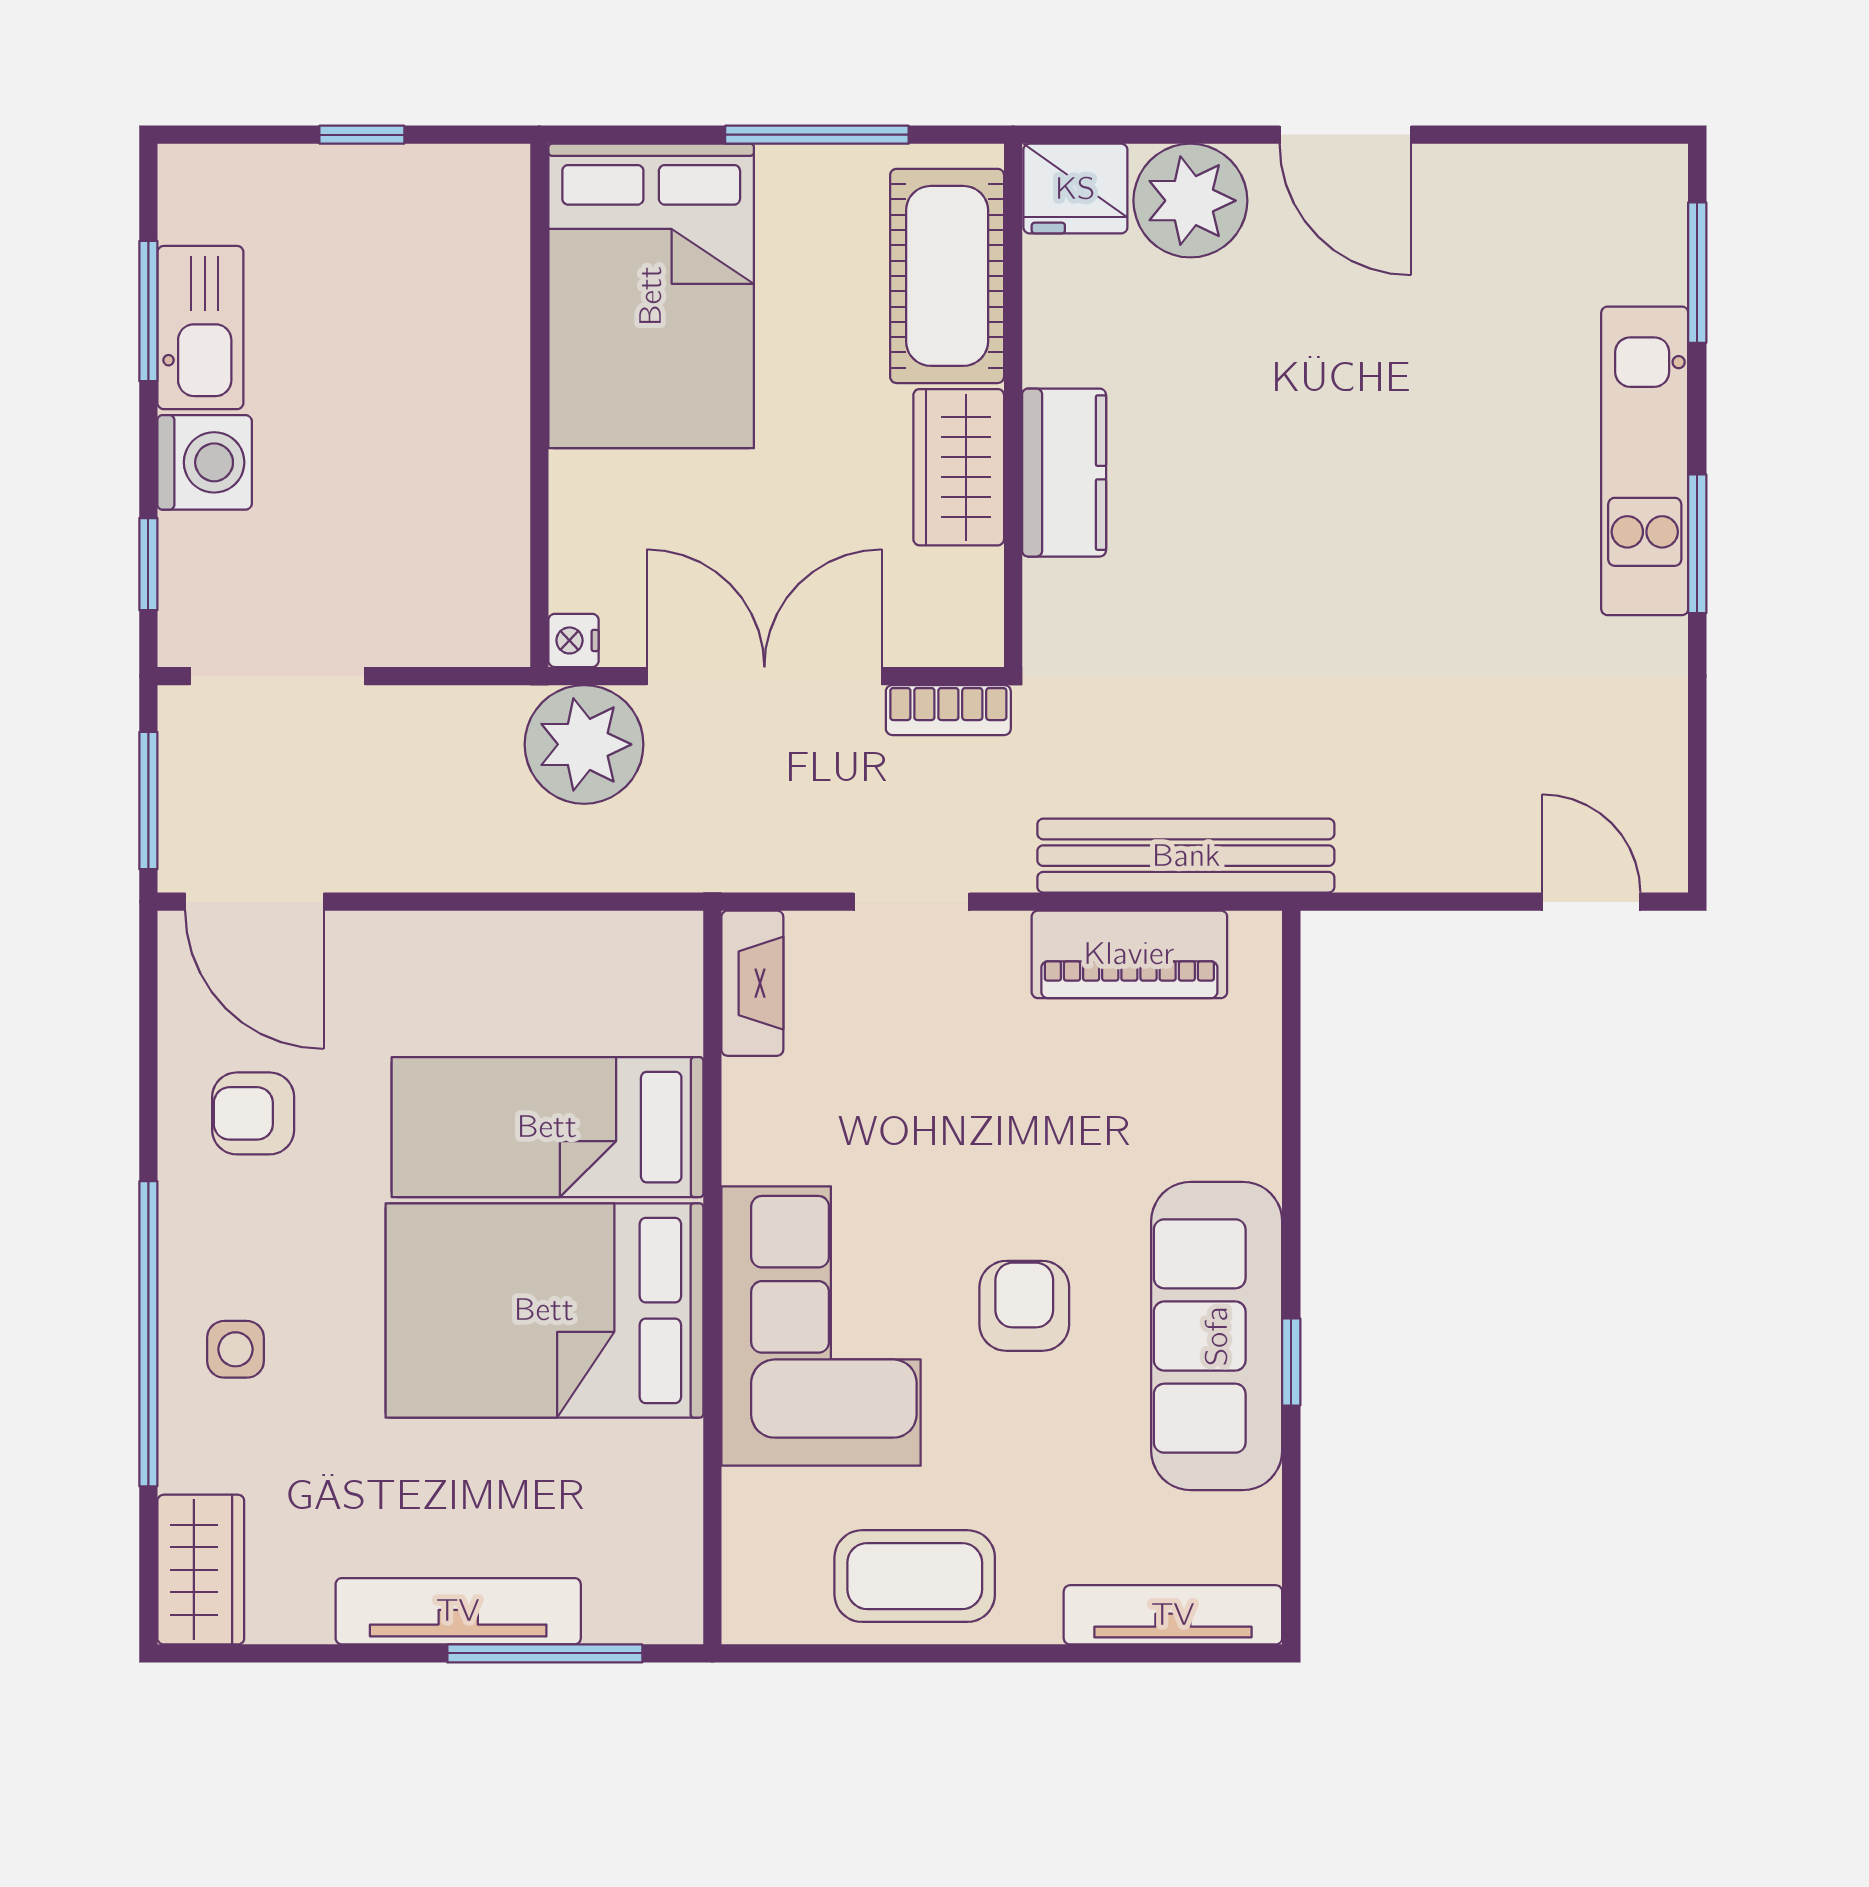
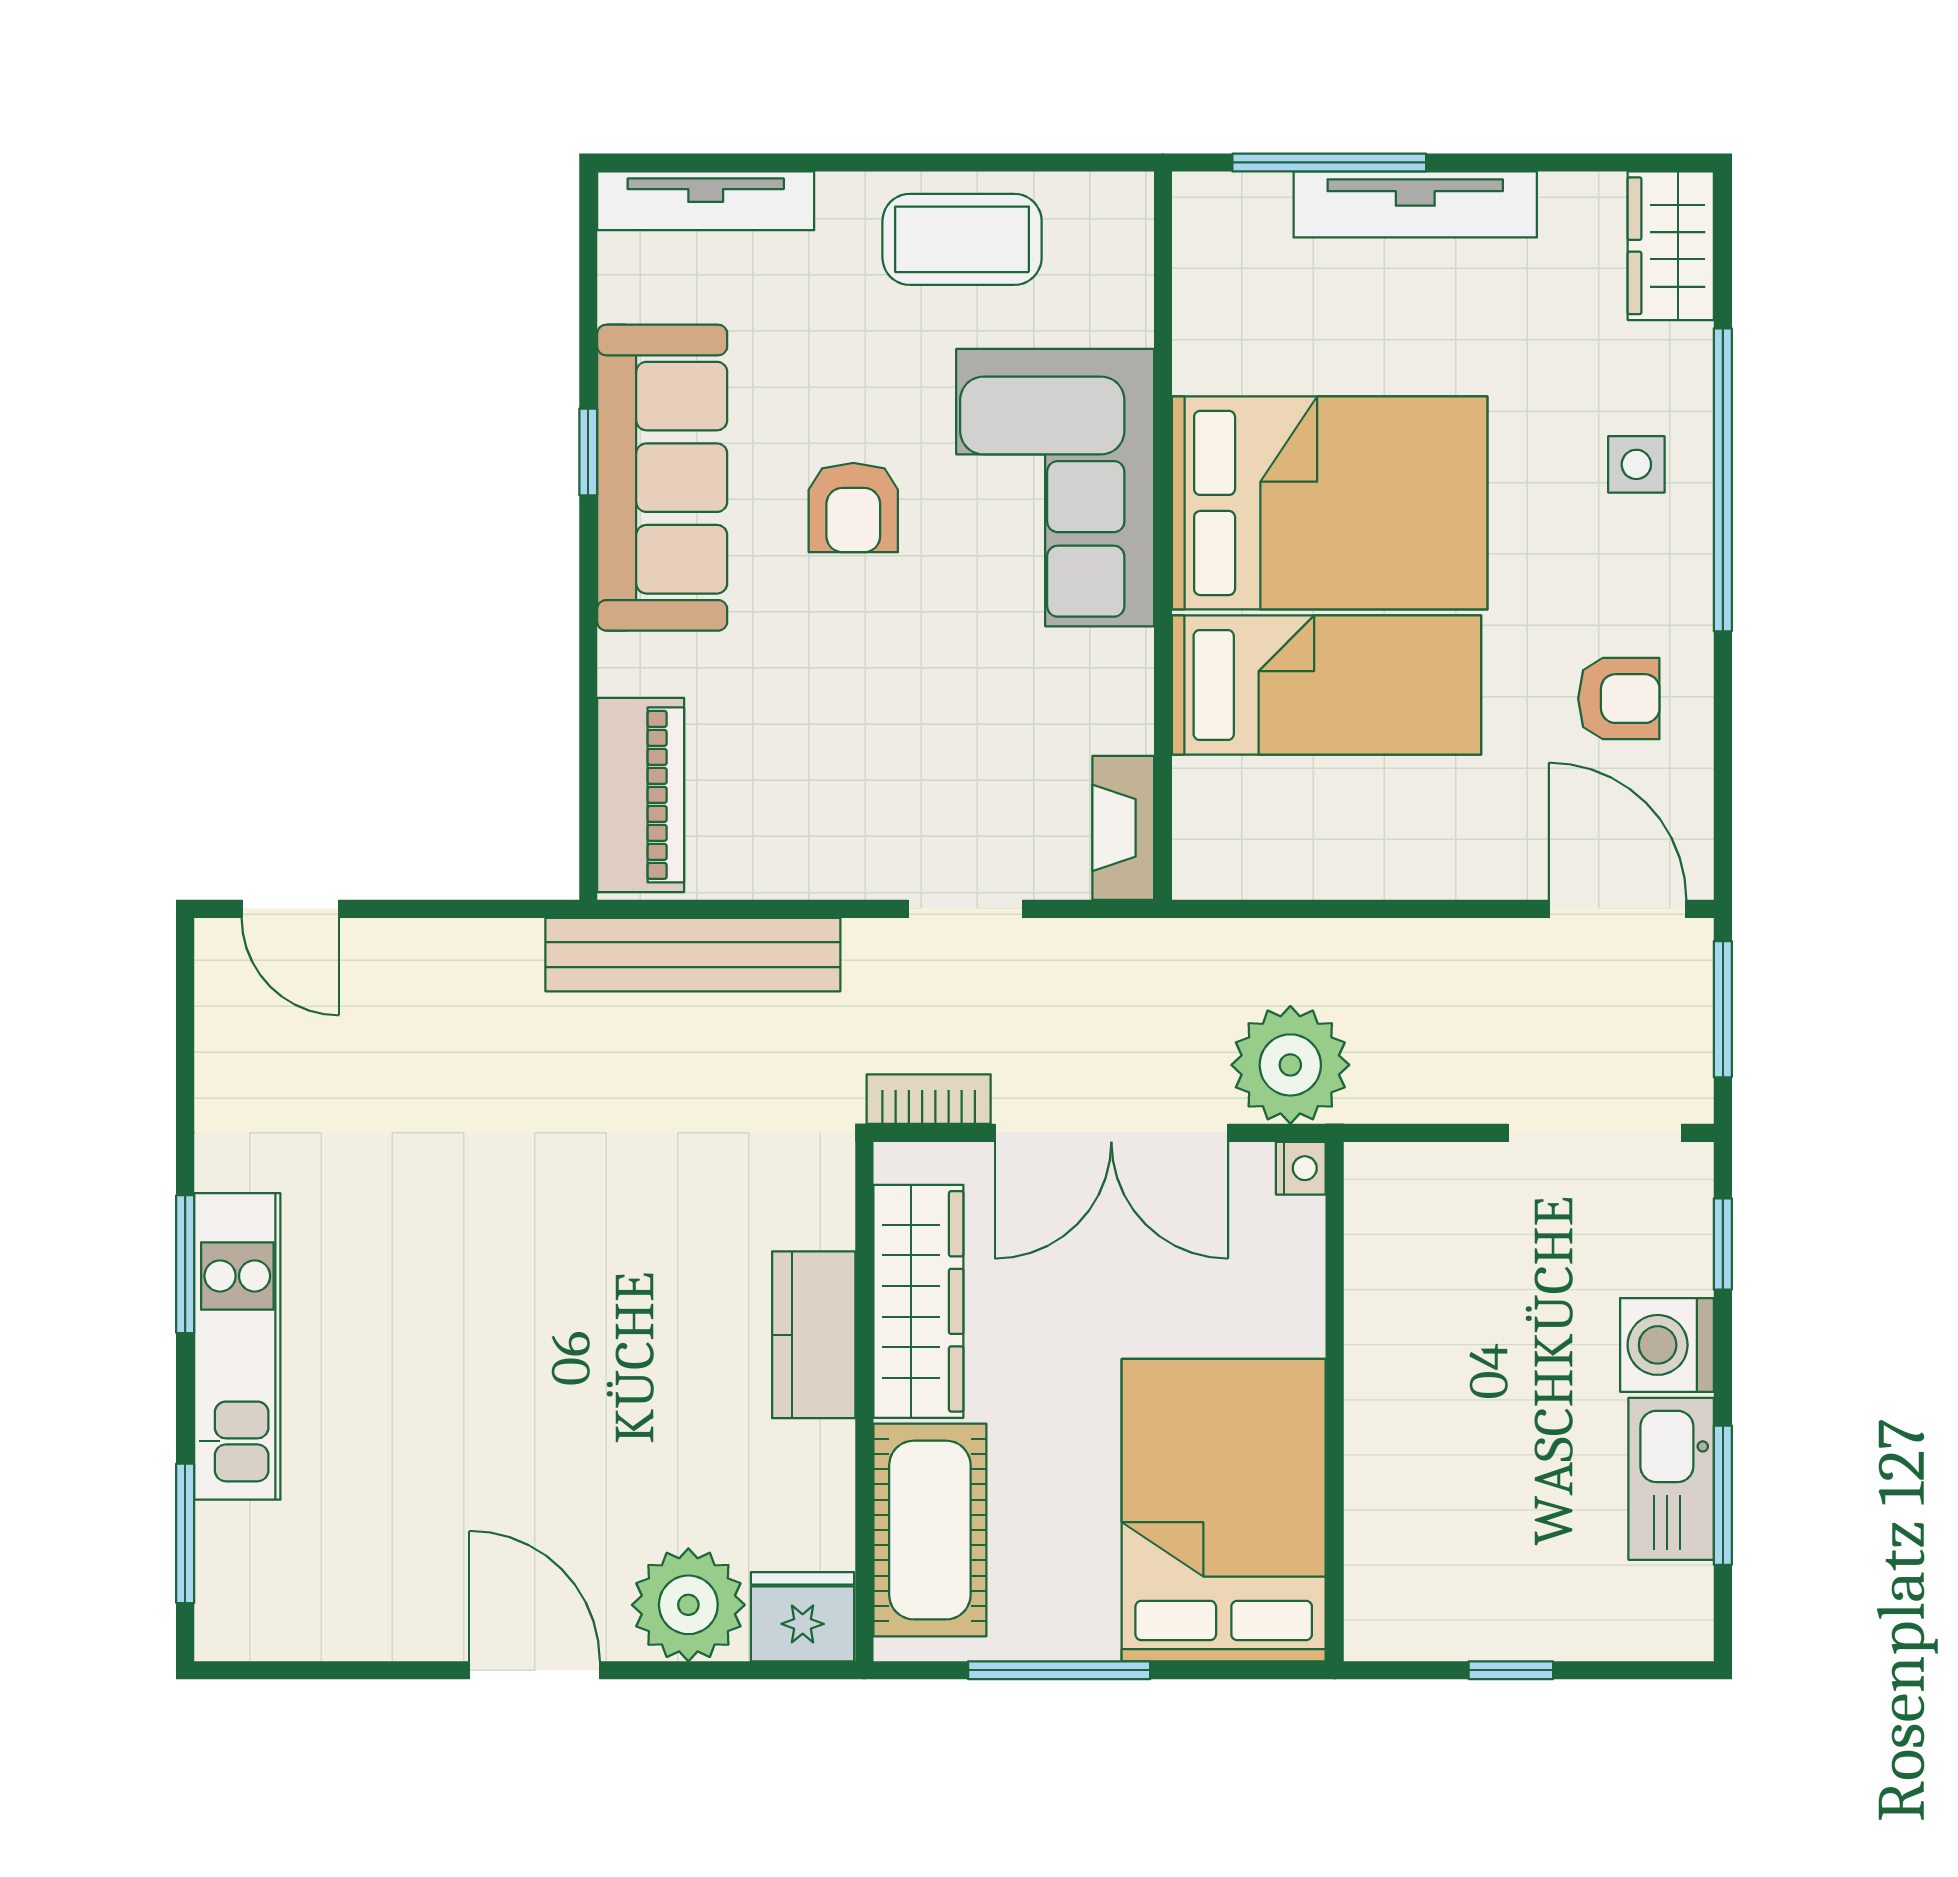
wardrobe: (959, 467) -> (918, 1301), width x1.50
piano: (1129, 954) -> (641, 795), moved, turned 90

